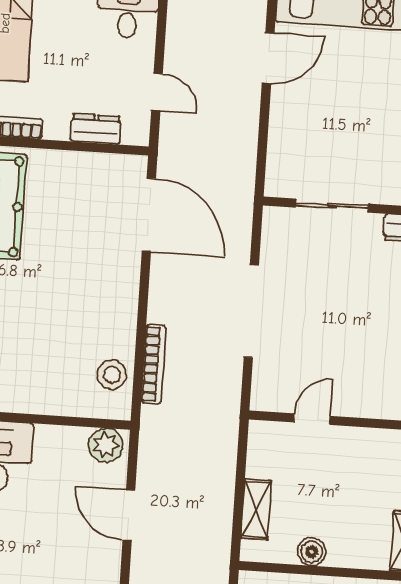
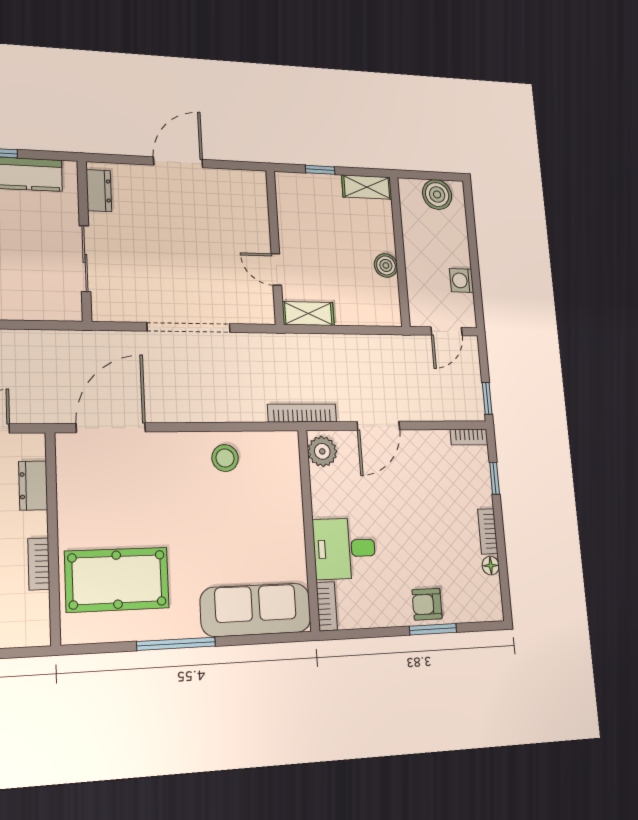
bookcase: (154, 364) -> (302, 413), moved
stool: (112, 375) -> (225, 458), moved
shelving: (256, 509) -> (308, 314), moved

